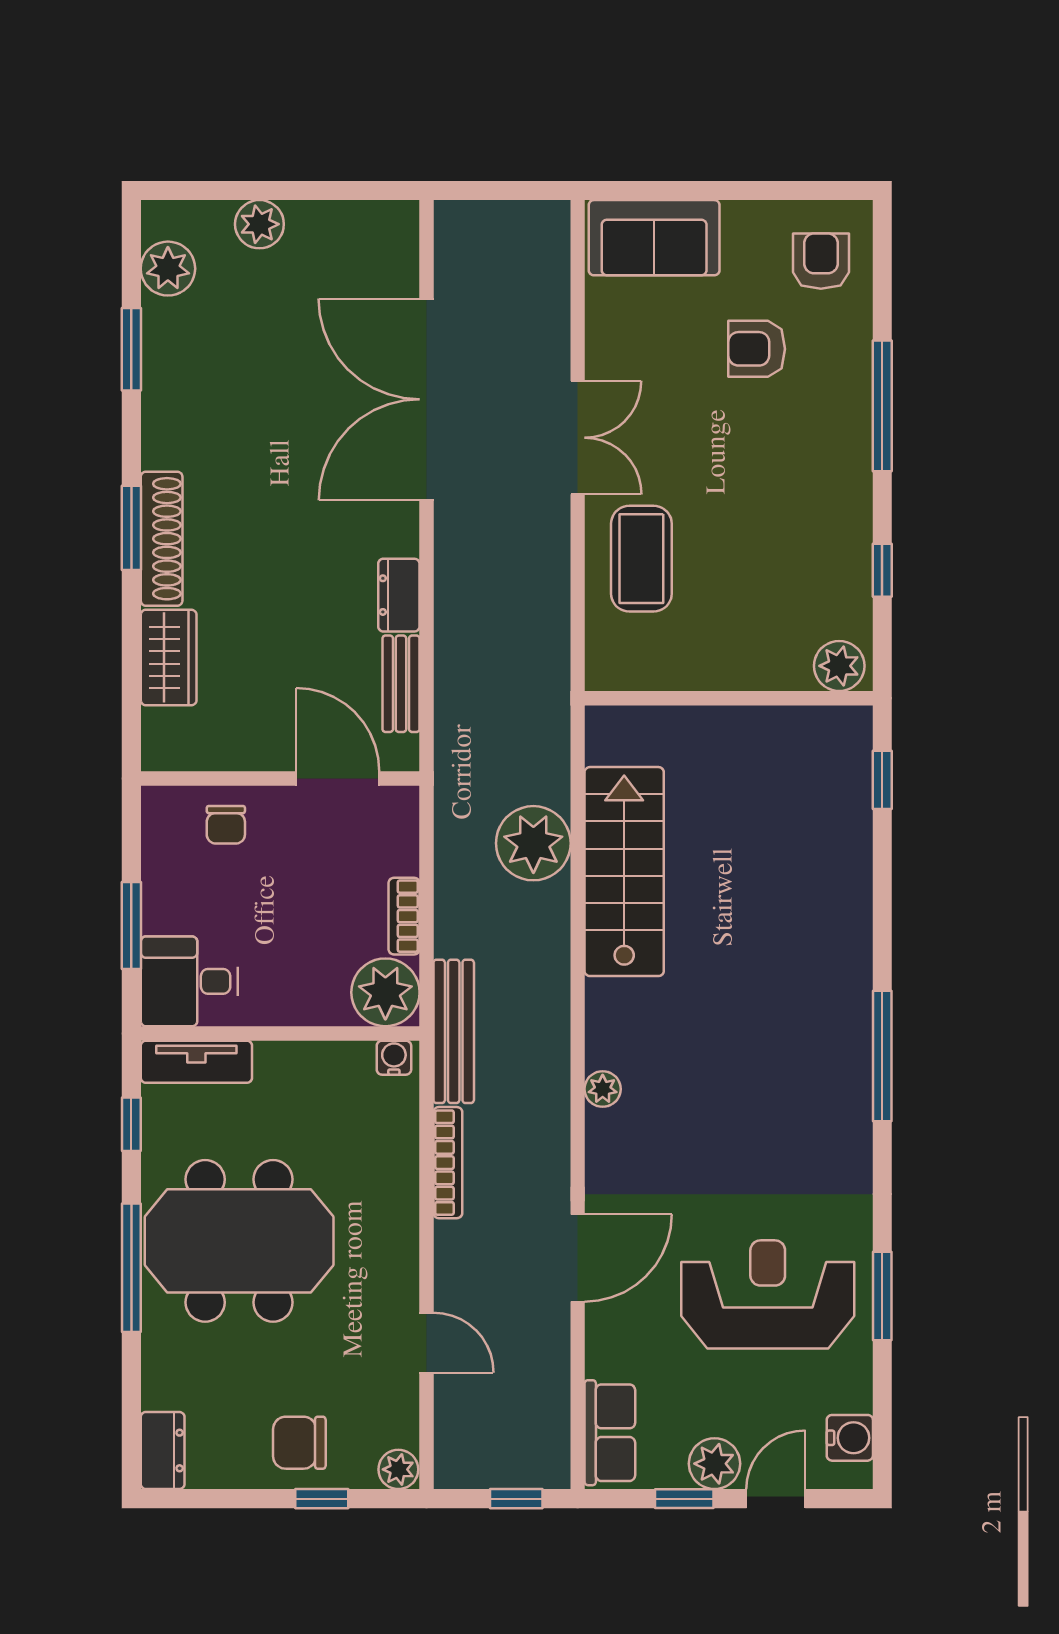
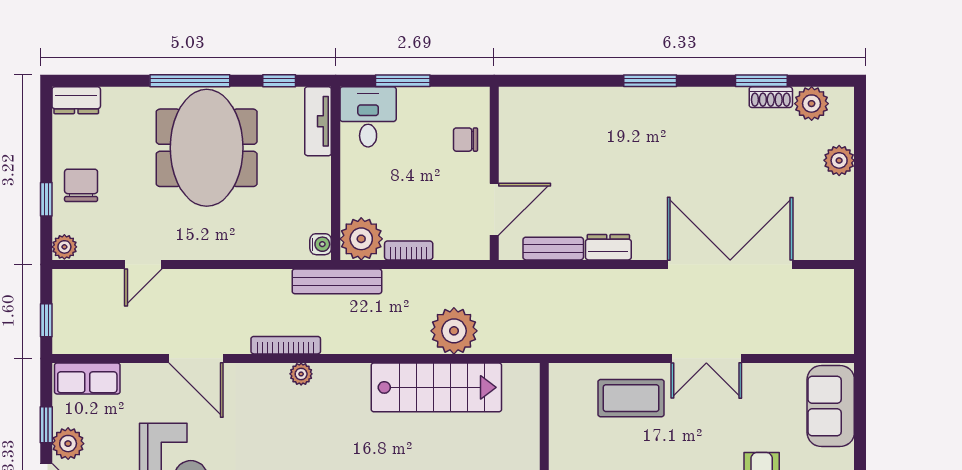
shoe rack: (162, 539) -> (771, 97), moved, width x0.51, depth x0.81
wardrobe: (169, 657) -> (570, 104), removed
bookcase: (448, 1163) -> (286, 345), moved, turned 180

